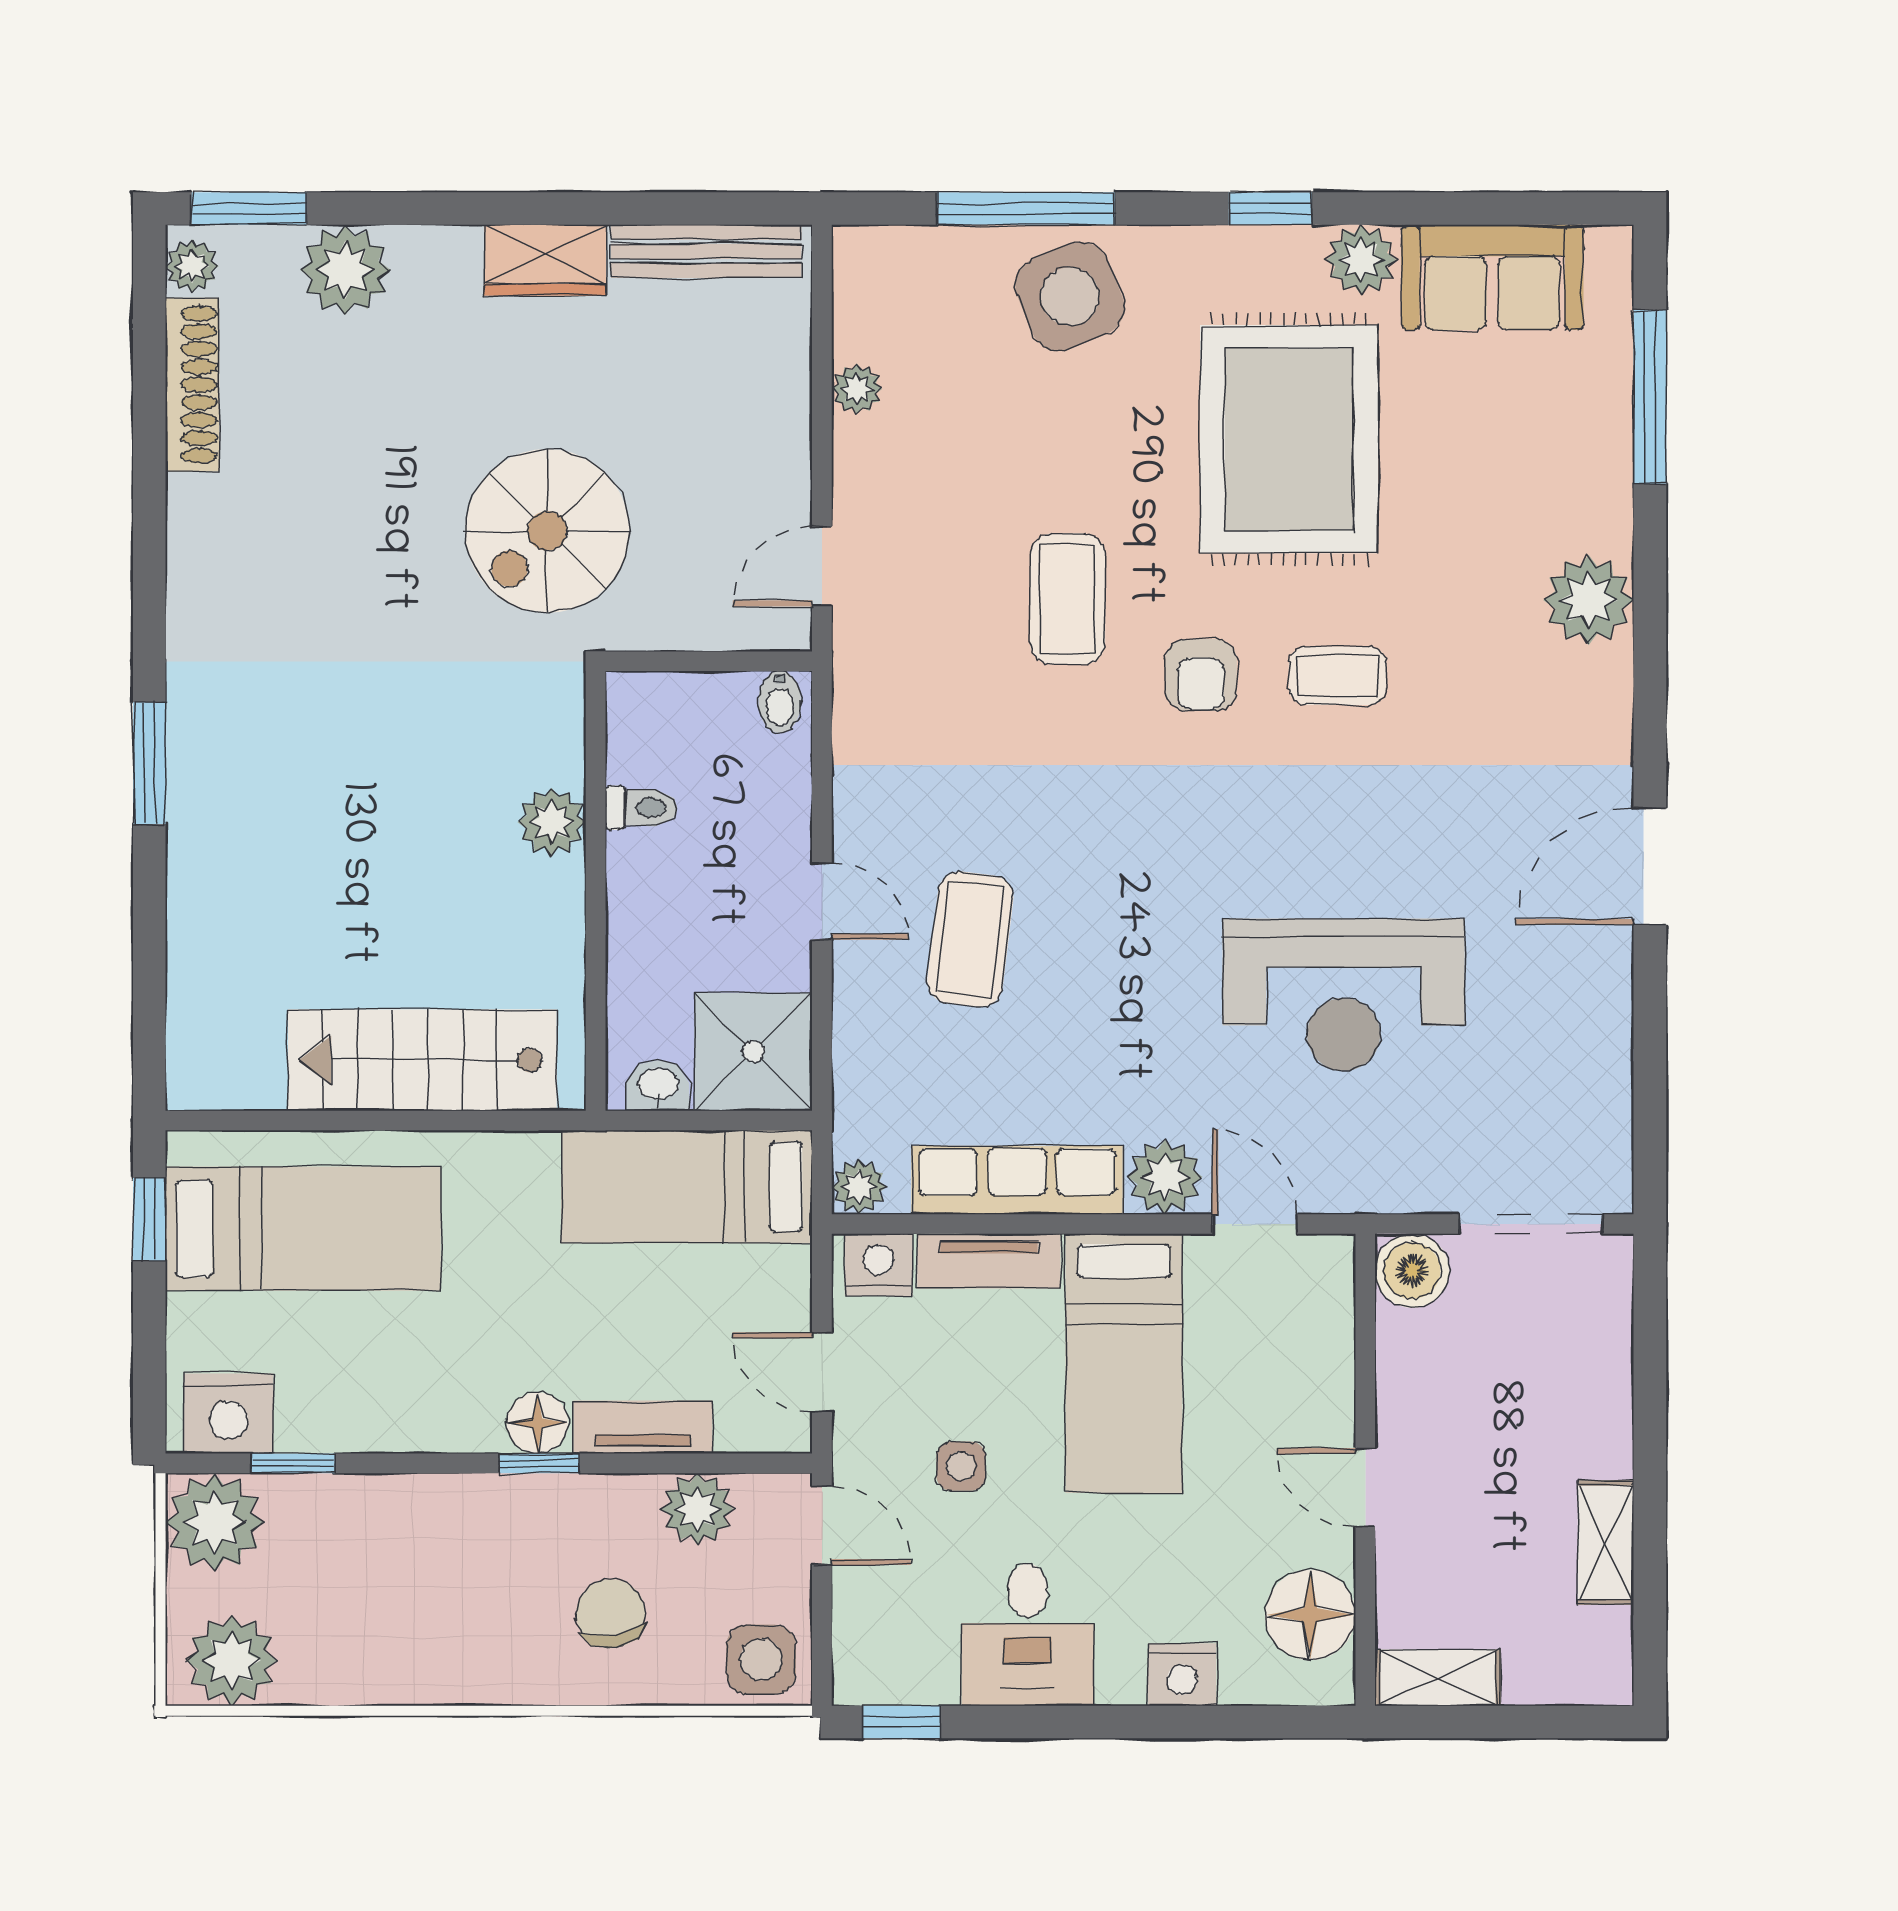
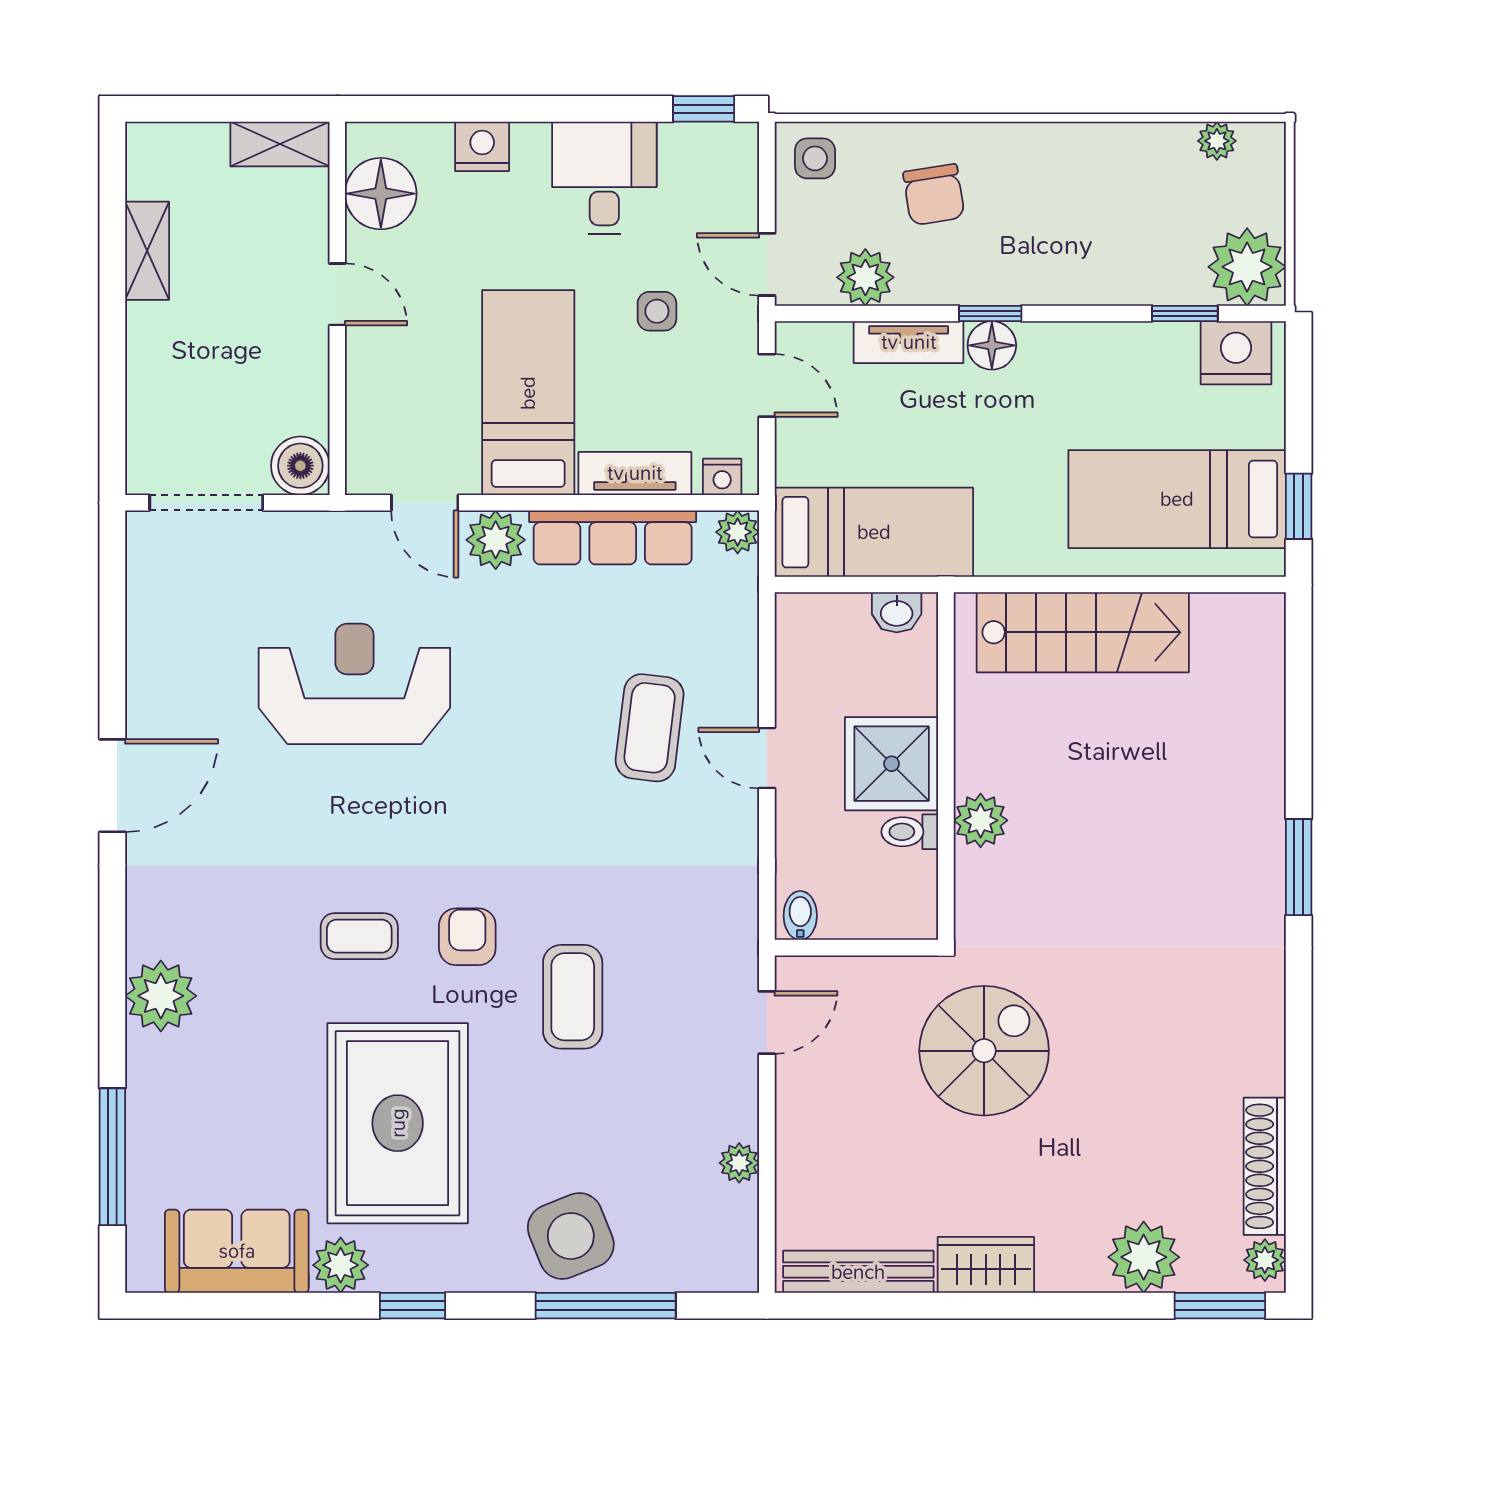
shower: (753, 1052) -> (892, 764), moved
nightstand: (879, 1265) -> (722, 477), width x0.72, depth x0.74
side table: (761, 1659) -> (815, 158), width x0.73, depth x0.73
plant: (232, 1660) -> (1217, 141), width x0.53, depth x0.53

